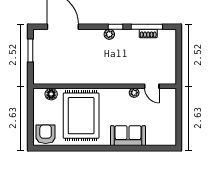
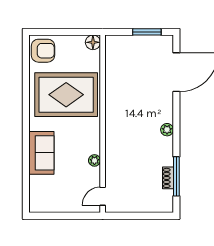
window: (116, 27) -> (176, 137), removed
door: (152, 86) -> (103, 196), moved
floor lamp: (51, 94) -> (93, 42), moved

